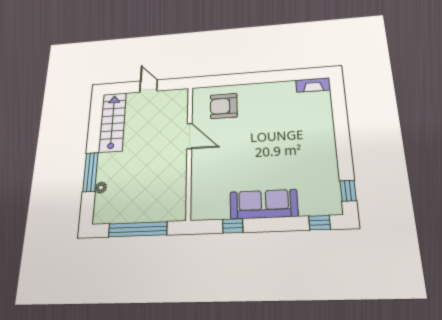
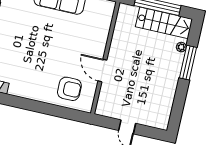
stairs: (113, 122) -> (164, 23), moved, turned -90

